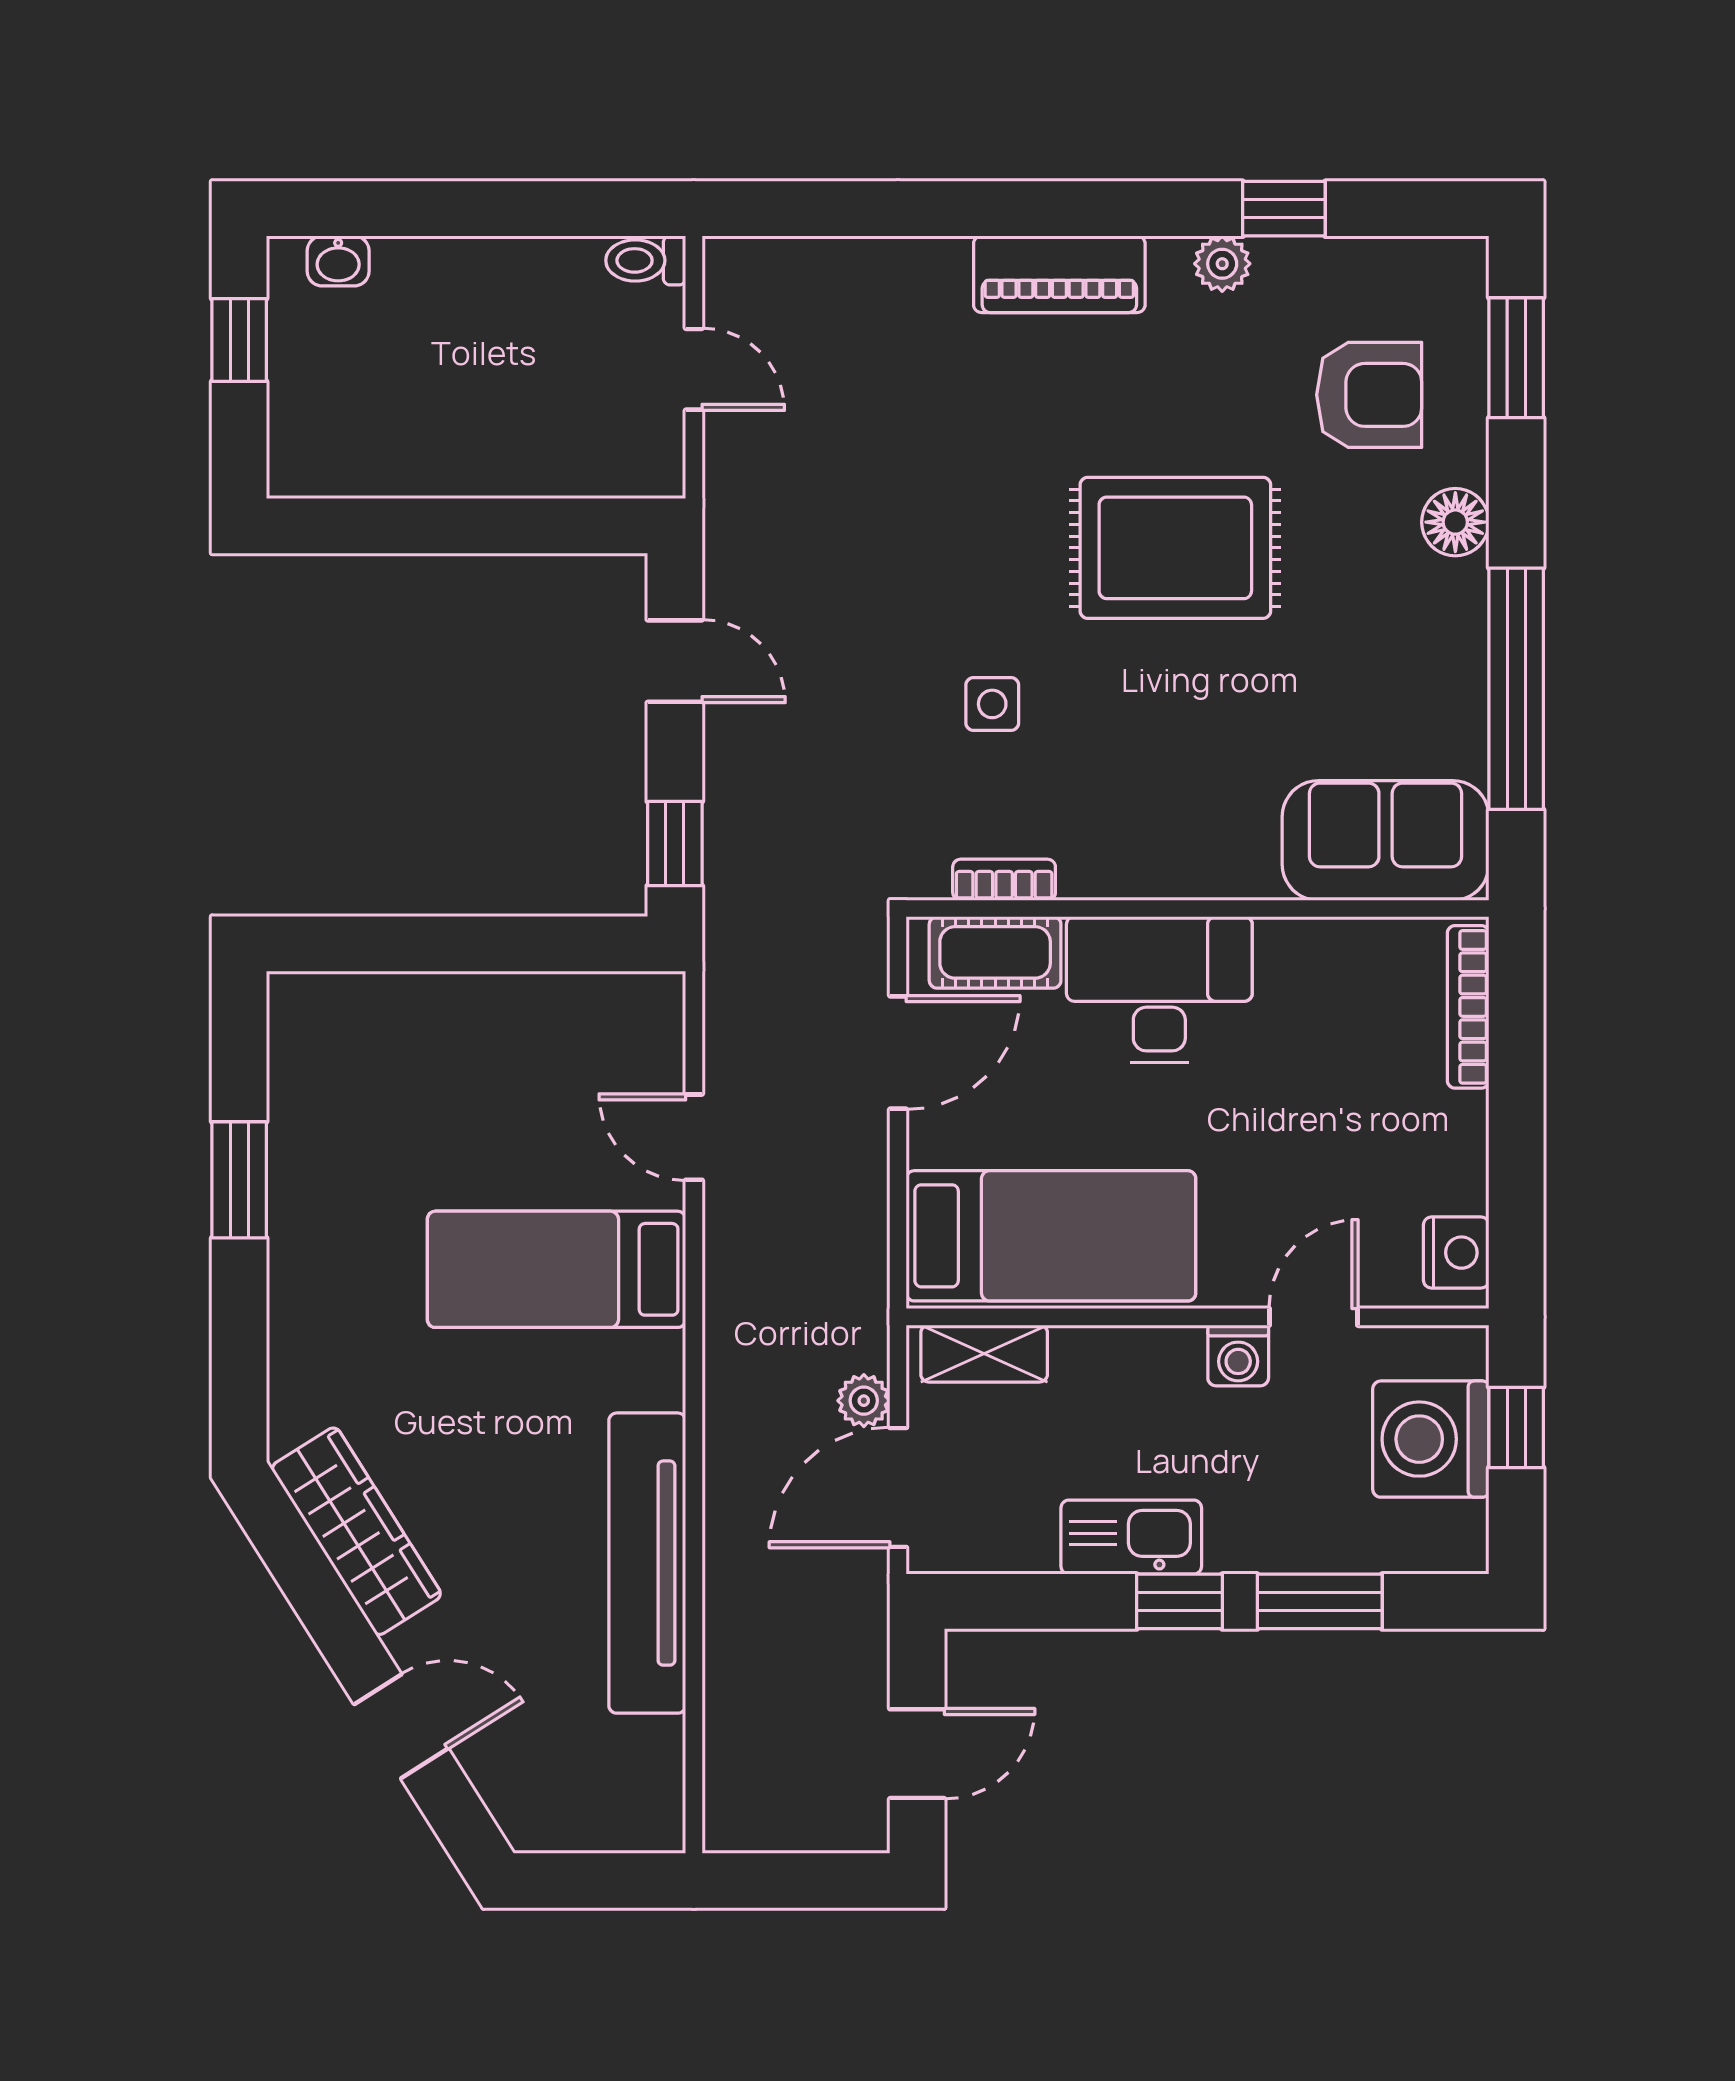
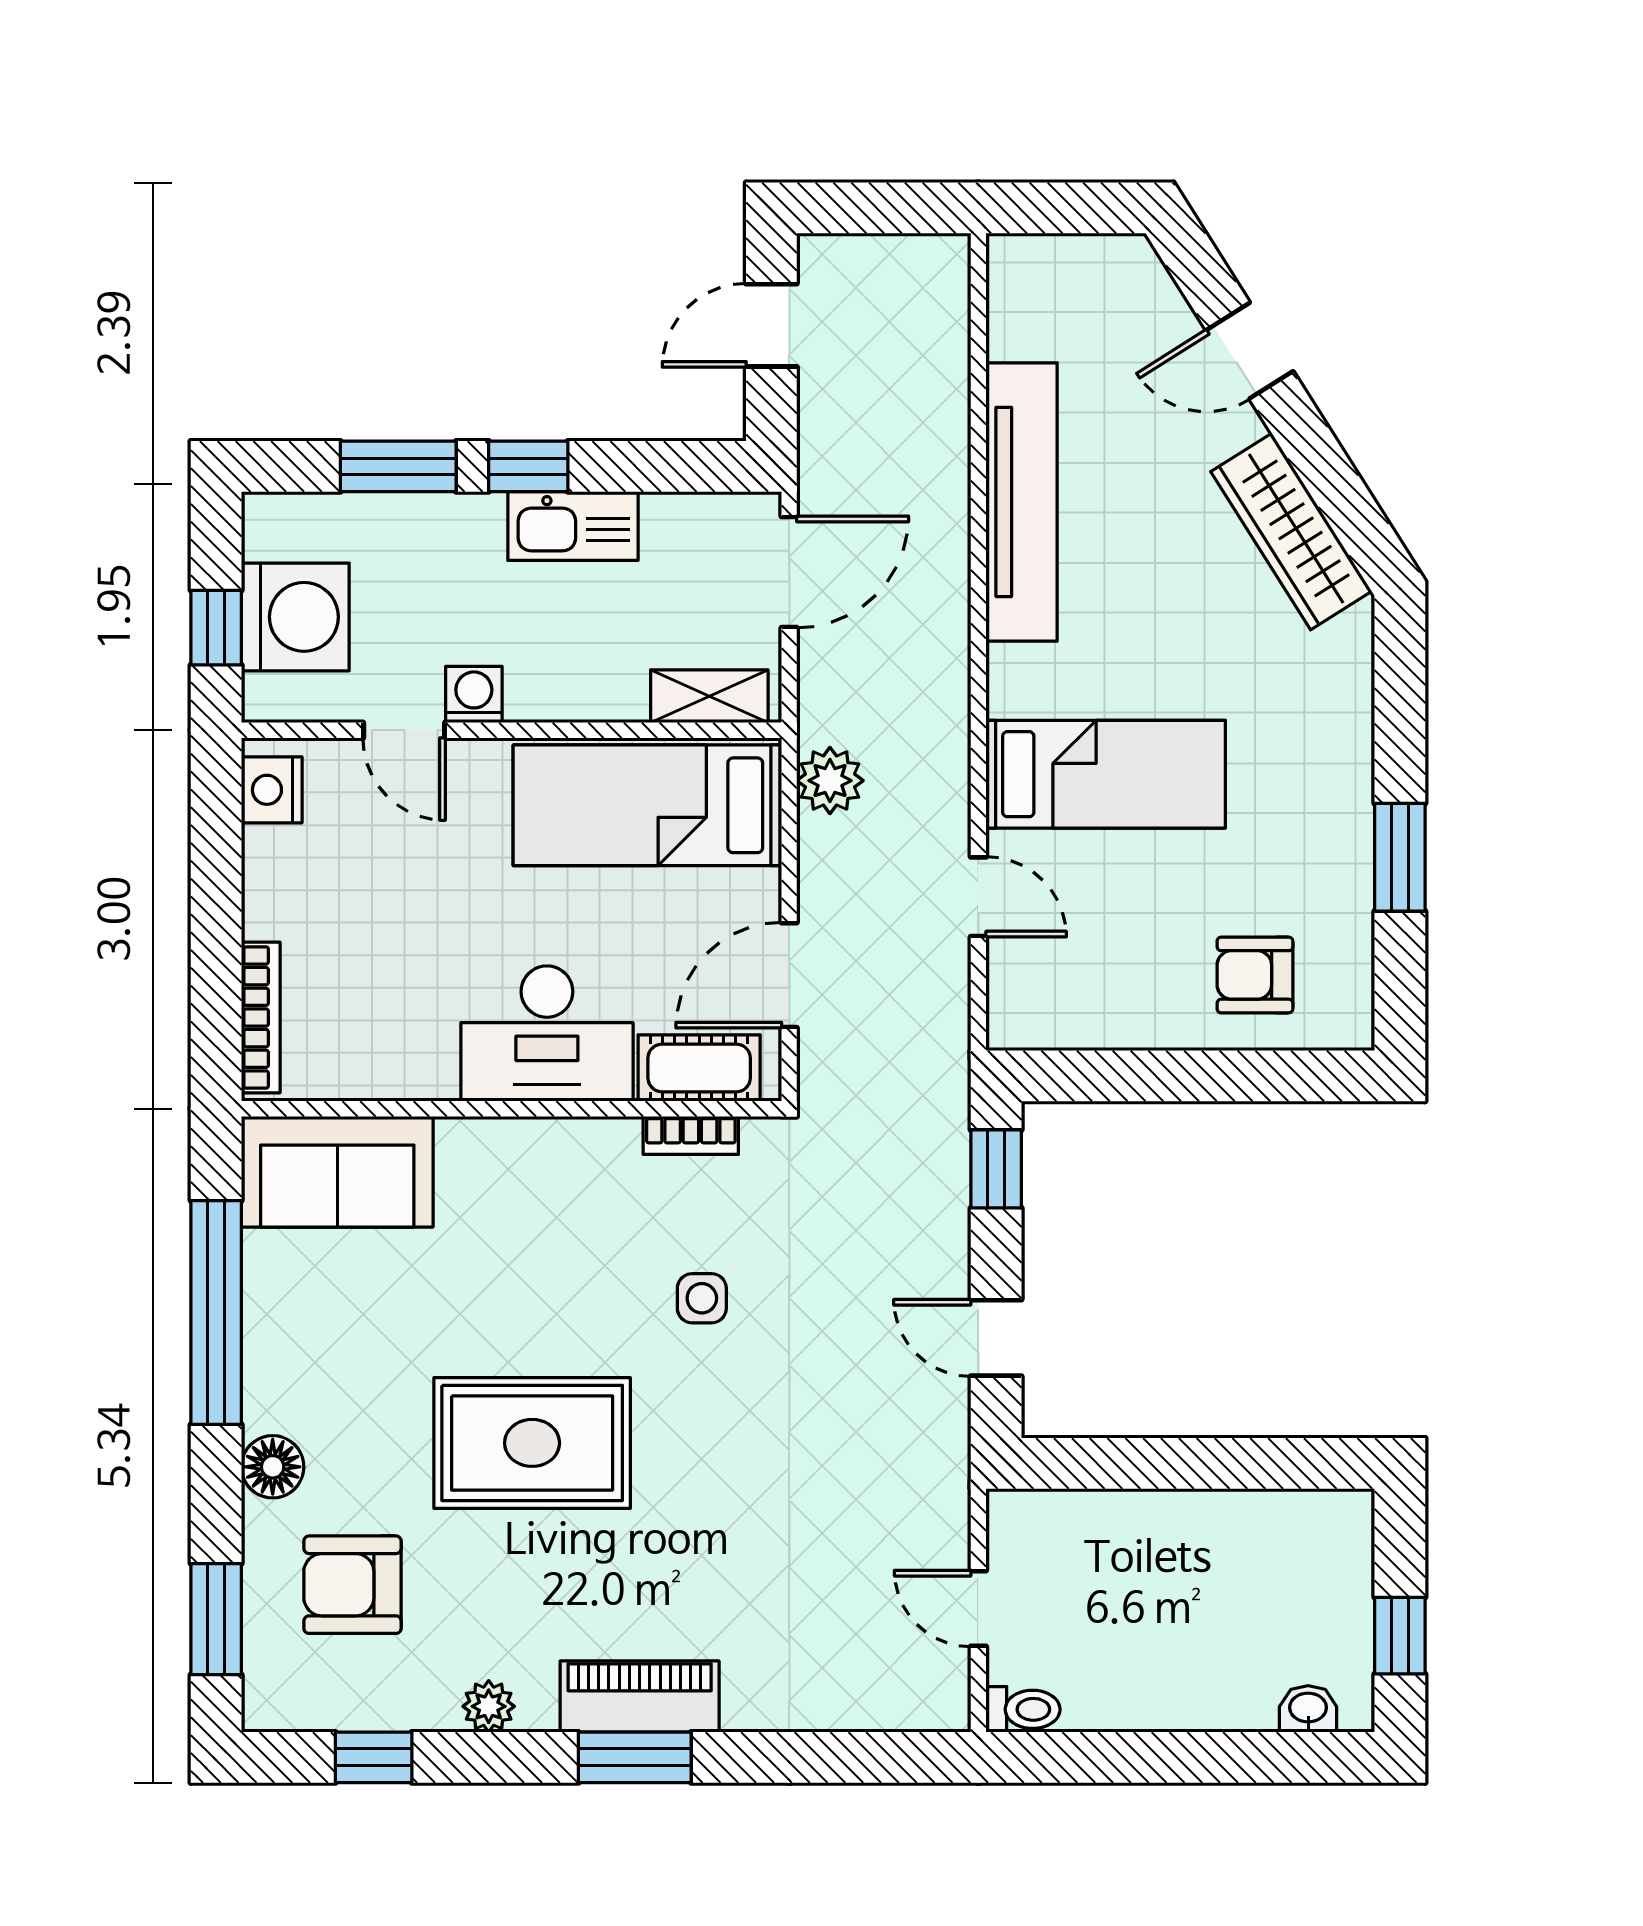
window: (1065, 209) -> (635, 1757), added
window: (1284, 209) -> (374, 1757), moved
armchair: (395, 1053) -> (1255, 975), added
door: (1313, 1317) -> (404, 730), hinge flipped
plant: (864, 1401) -> (830, 781), moved, width x1.38, depth x1.38

